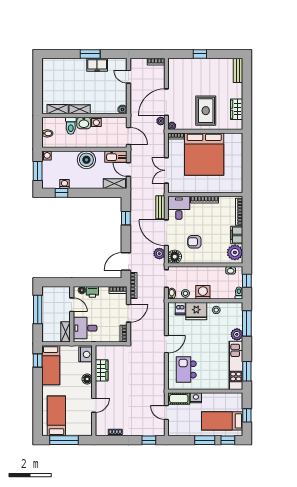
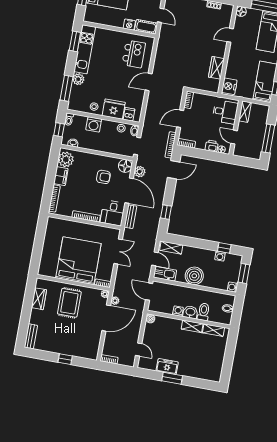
washing machine: (203, 292) -> (94, 124), moved
floor lamp: (87, 379) -> (241, 11), moved

